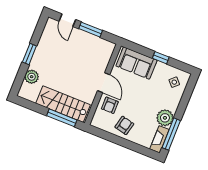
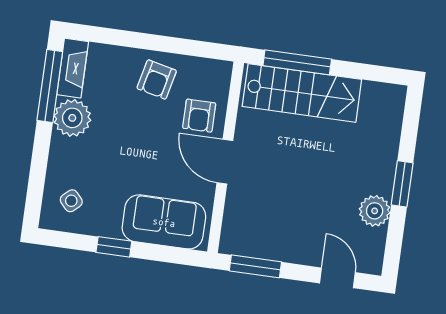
window: (91, 30) -> (255, 266), moved
plant: (32, 77) -> (375, 211), moved
armchair: (110, 105) -> (199, 116), turned 180

